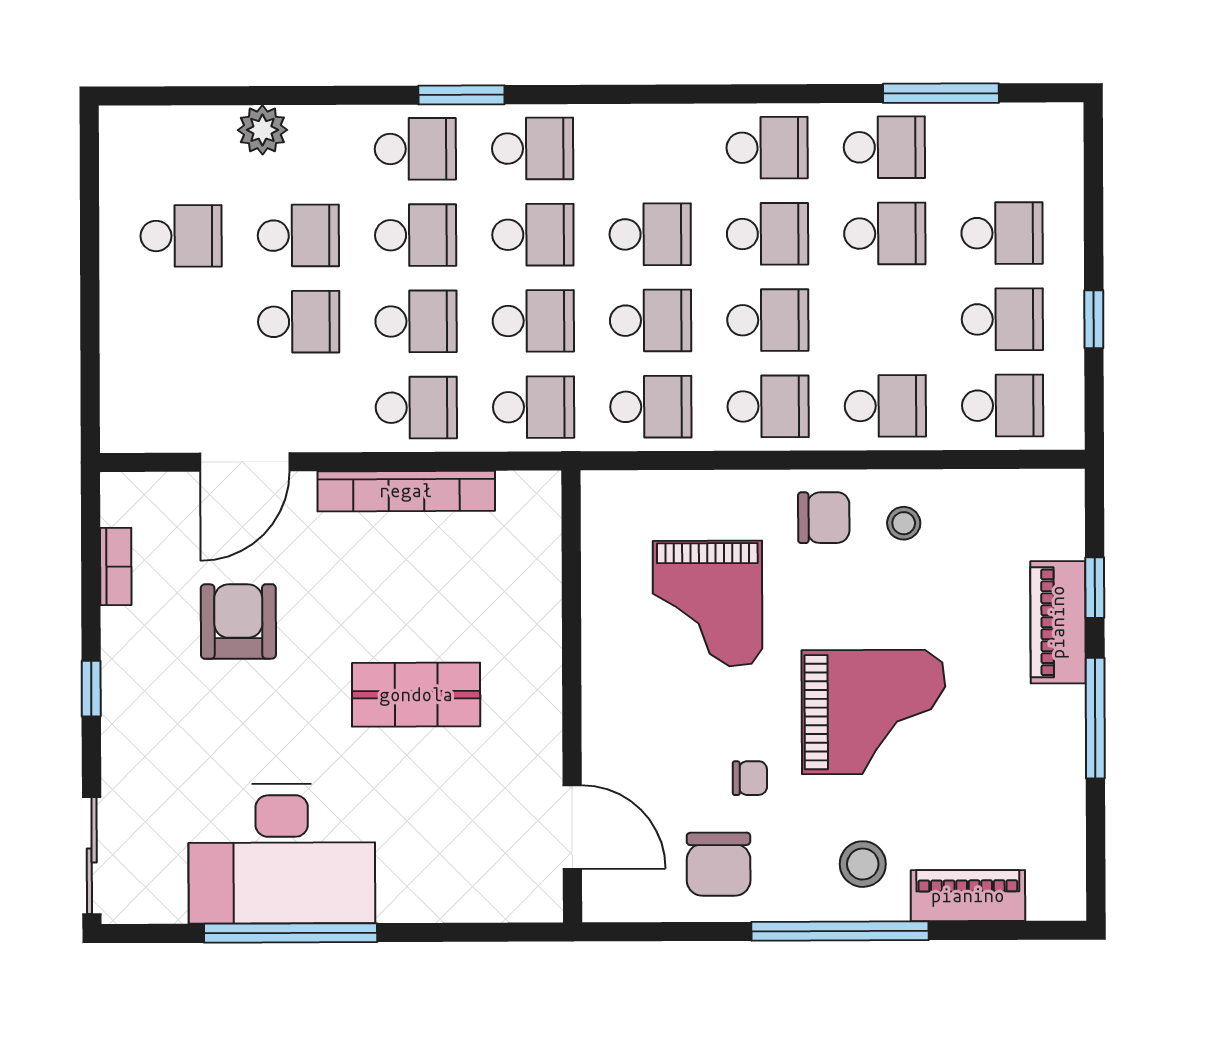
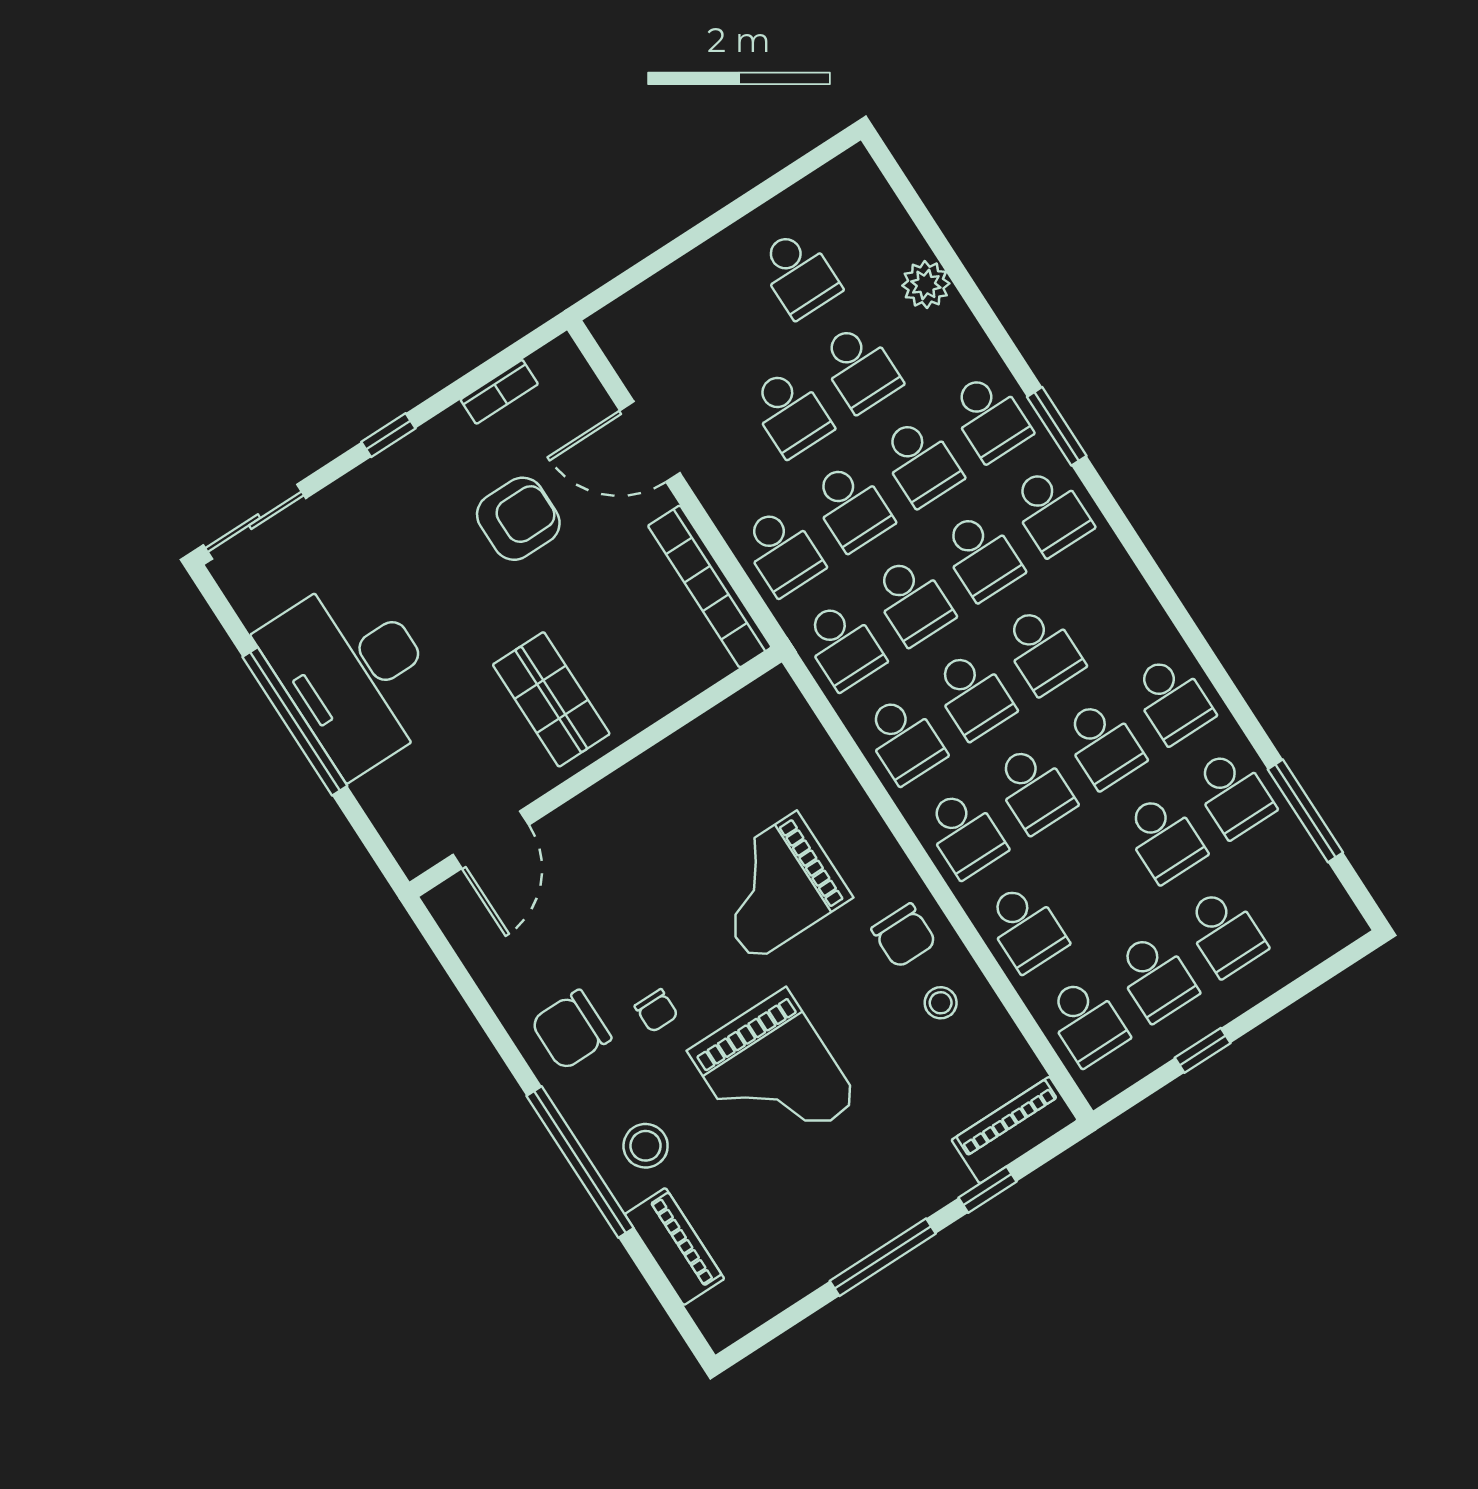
piano: (1058, 622) -> (1015, 1130), moved
wall: (572, 696) -> (596, 772), moved
door: (572, 827) -> (491, 840), moved

